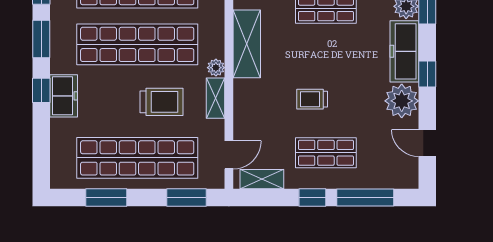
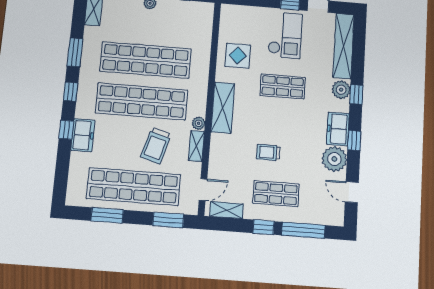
window: (41, 39) -> (71, 92), width x0.67
freezer: (404, 51) -> (338, 129), width x0.71
trolley: (162, 102) -> (156, 146), turned 106

